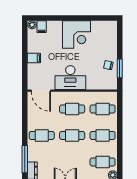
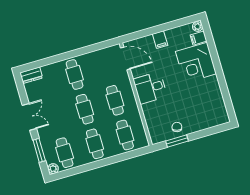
corner desk: (76, 35) -> (196, 63), moved
desk: (70, 78) -> (150, 88), width x0.73
door: (41, 91) -> (125, 58), swing flipped
window: (25, 159) -> (42, 63), removed

